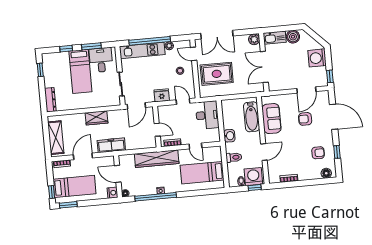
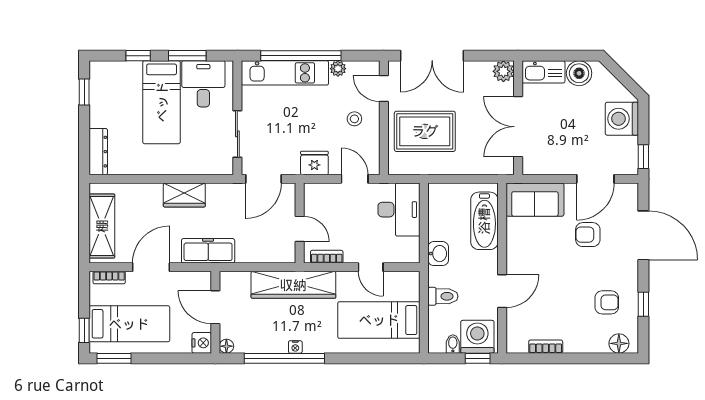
sofa: (271, 119) -> (535, 200), moved, turned 90

